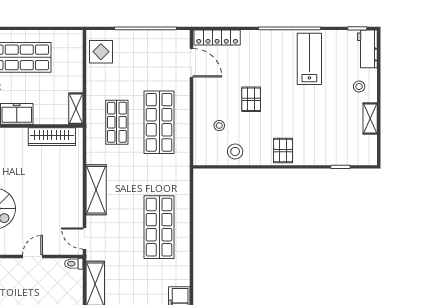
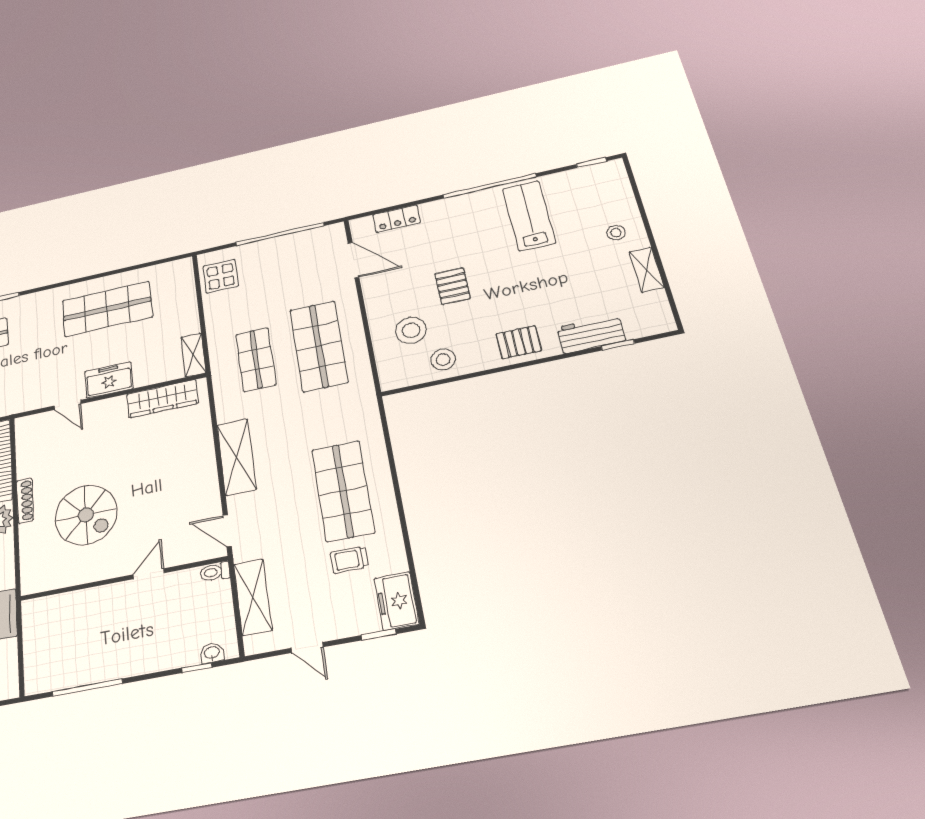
locker: (217, 38) -> (397, 219), width x0.66
workbench: (367, 49) -> (591, 334), moved, turned 90
stool: (219, 126) -> (411, 330), width x1.89, depth x1.89
pallet: (283, 151) -> (519, 342), turned 90
trolley: (156, 272) -> (349, 560), added

